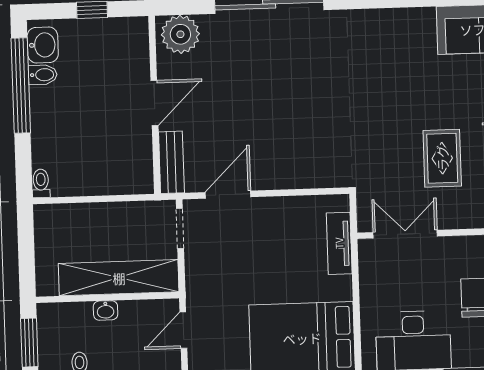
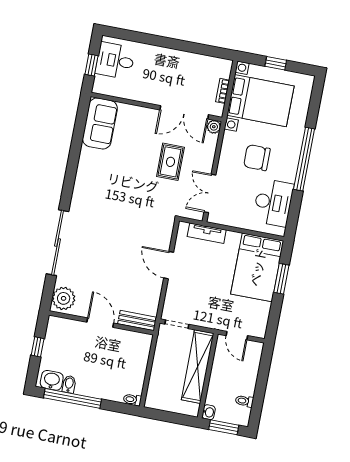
rug: (442, 158) -> (170, 162), turned 90
door: (228, 195) -> (169, 265), moved
washbasin: (106, 310) -> (209, 412), moved

